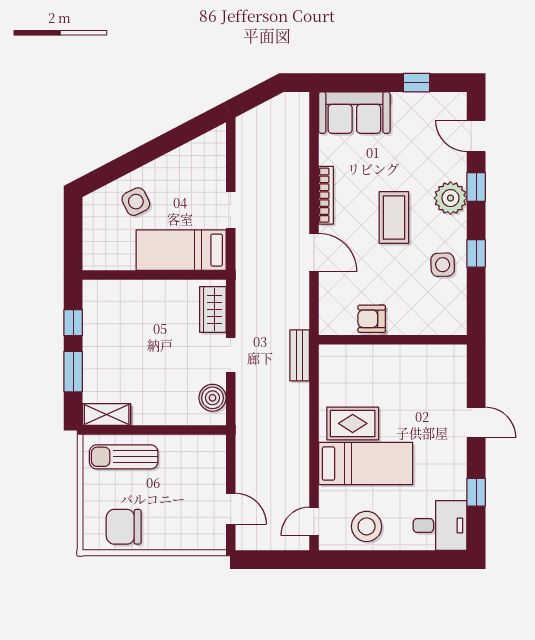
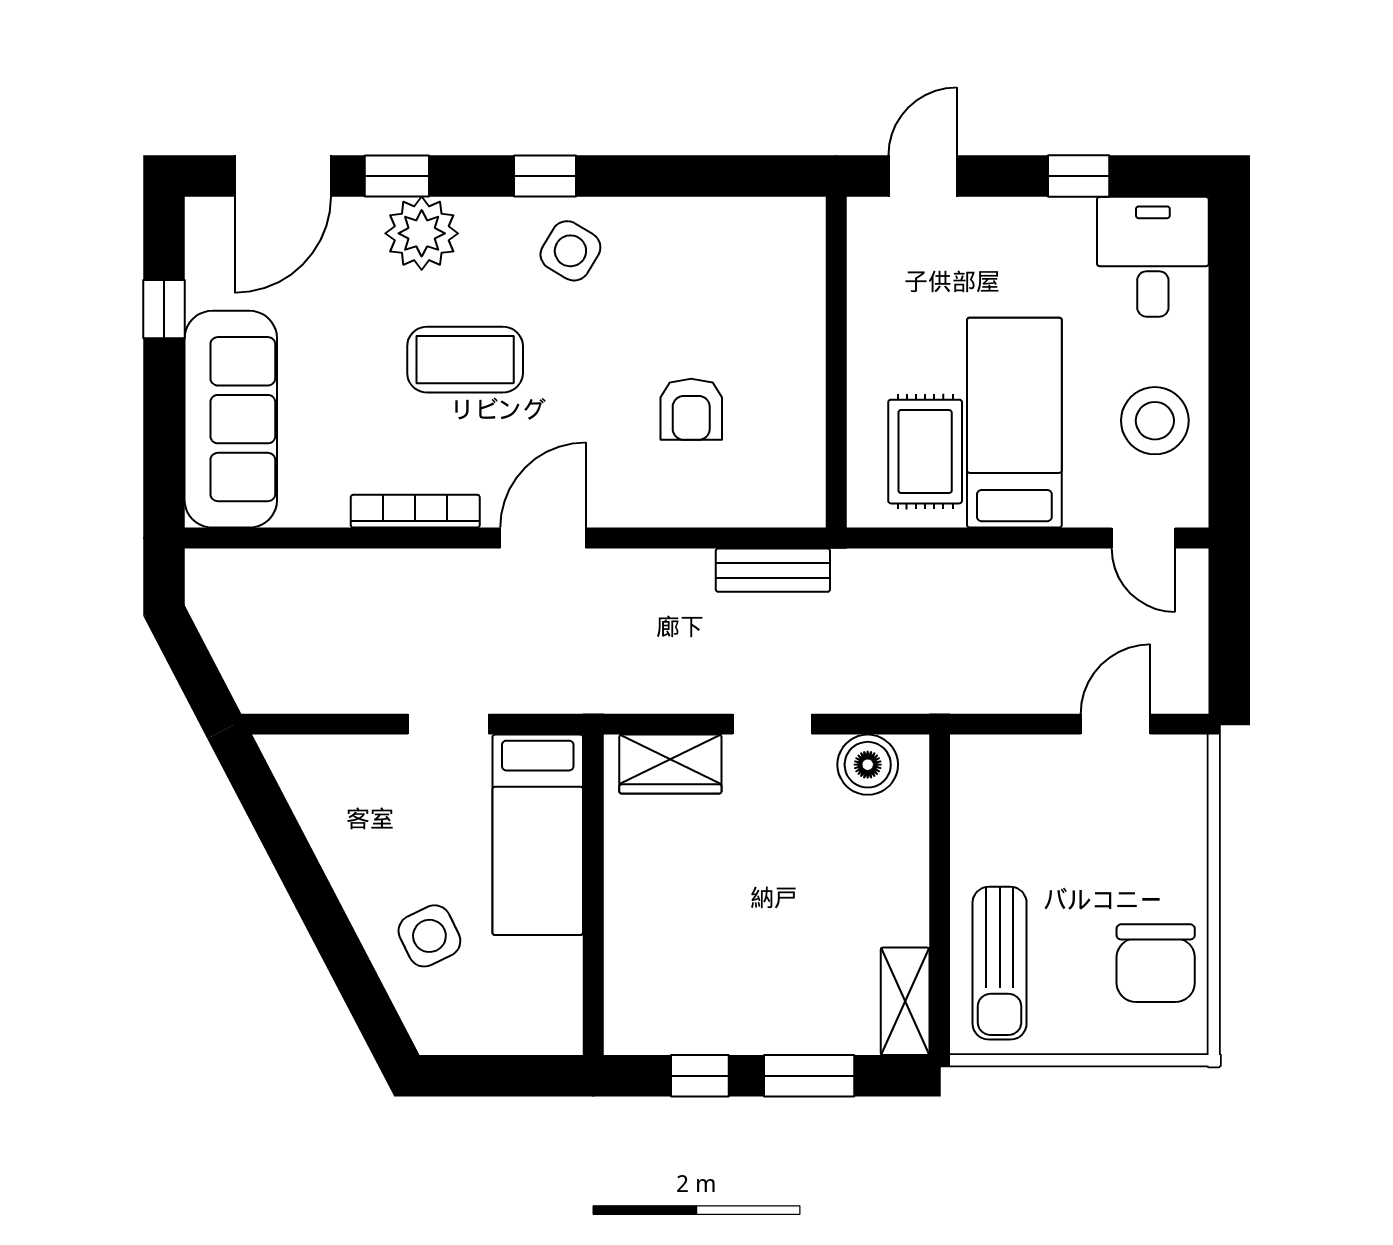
sofa: (354, 113) -> (231, 419), width x1.36
door: (476, 136) -> (283, 176), width x1.38
side table: (443, 265) -> (570, 251), turned 33
wall: (393, 340) -> (836, 362), moved

